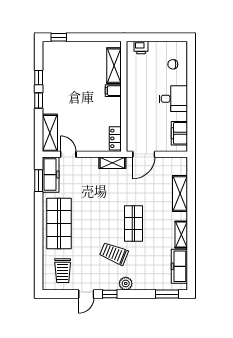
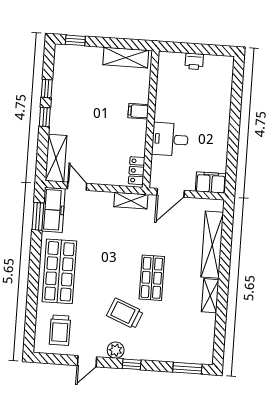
printer: (141, 47) -> (194, 61), moved
chair: (173, 64) -> (214, 84), removed
shelving: (114, 66) -> (126, 58), moved, turned 90
desk: (173, 99) -> (170, 139), moved, turned 180
filing cabinet: (179, 133) -> (211, 183), moved, turned 90
shelving: (180, 193) -> (212, 245), width x1.47
freezer: (179, 266) -> (205, 335), removed
plant: (126, 284) -> (116, 350), moved
window: (110, 294) -> (132, 364), moved

